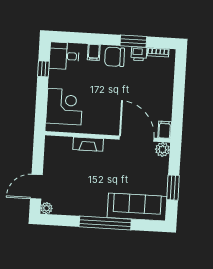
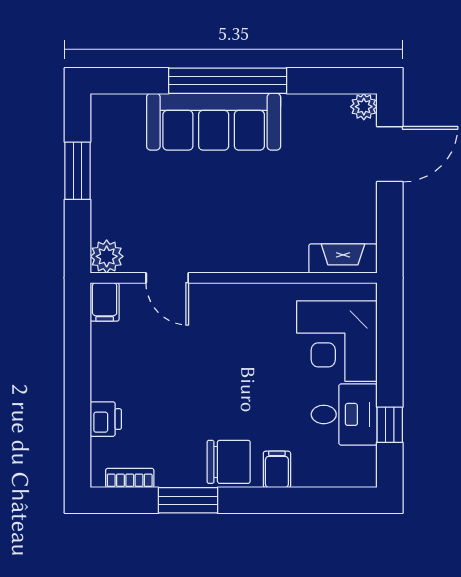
printer: (139, 54) -> (106, 419), moved, turned 90
desk: (64, 56) -> (344, 414), moved
door: (137, 139) -> (167, 278), width x0.53
fireplace: (88, 144) -> (343, 258), moved
sofa: (137, 207) -> (214, 122), moved

